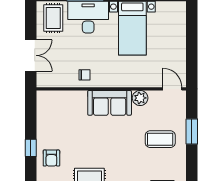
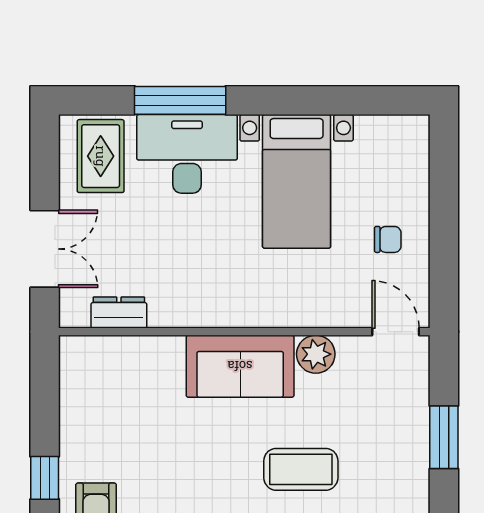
chair: (84, 75) -> (388, 239), moved
dresser: (61, 81) -> (119, 312), added
coffee table: (160, 139) -> (301, 469), moved

